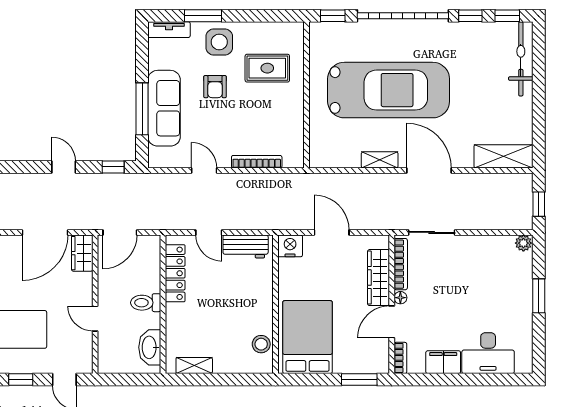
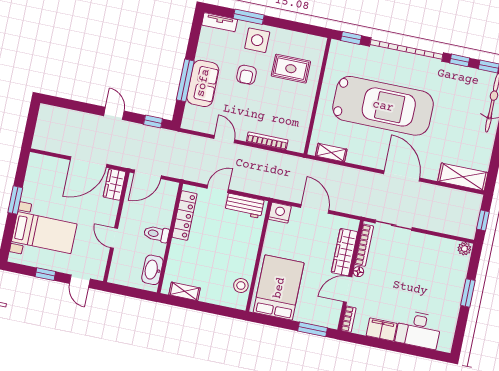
sofa: (164, 108) -> (203, 83), width x0.73
shelving: (380, 160) -> (331, 153), moved
door: (209, 232) -> (218, 189), swing flipped

